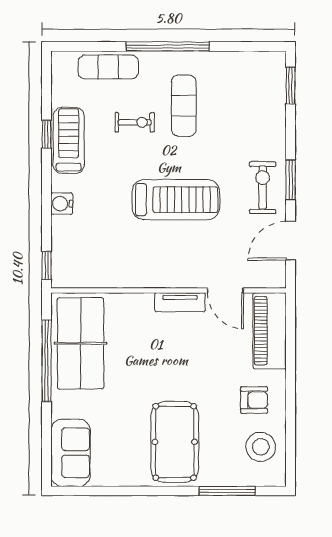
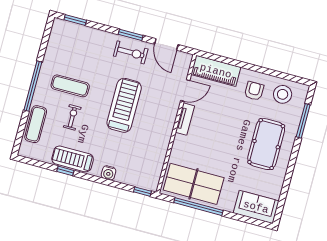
exercise bike: (263, 188) -> (131, 52), turned 180
pool table: (175, 442) -> (266, 144), turned 90

